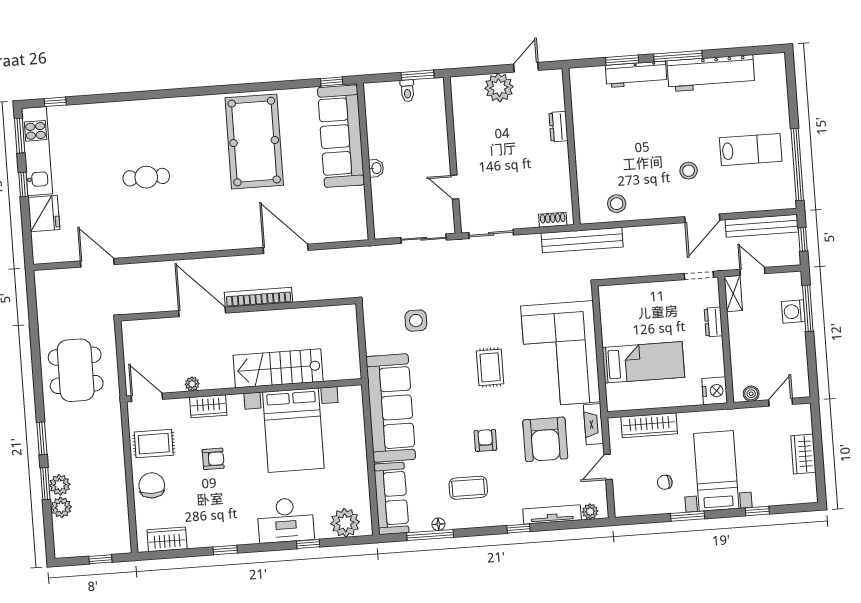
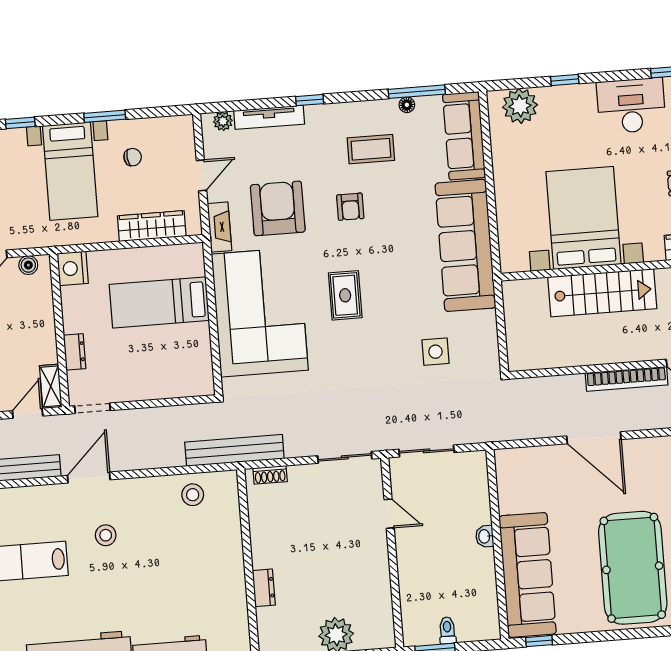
door: (752, 271) -> (28, 413), swing flipped
desk: (286, 520) -> (631, 106), moved

